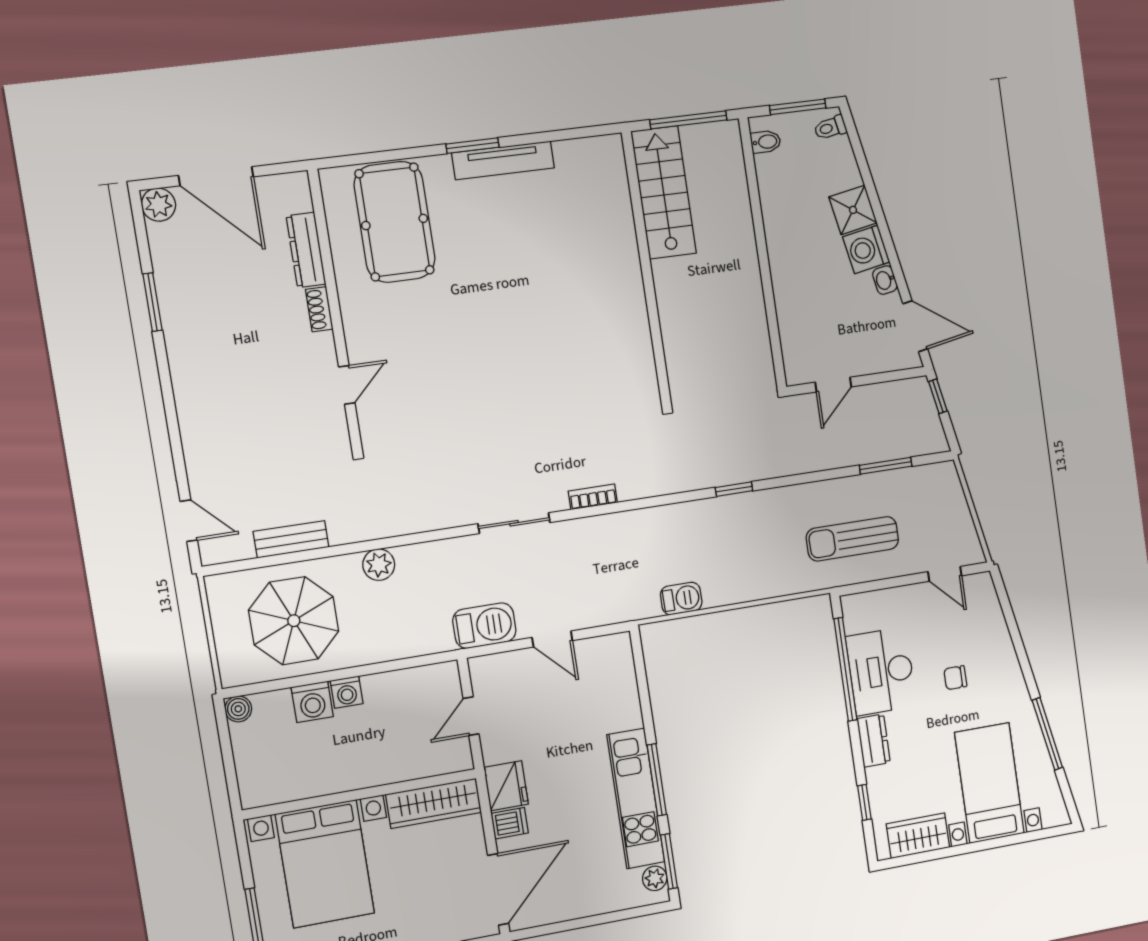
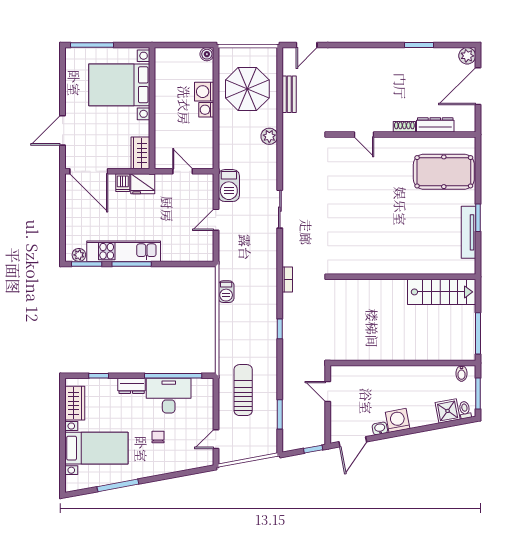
stairs: (664, 192) -> (442, 292), moved
shower: (853, 210) -> (448, 411), moved
wall: (646, 269) -> (403, 277), moved
bookcase: (593, 497) -> (287, 279), moved
wardrobe: (434, 803) -> (140, 153), width x0.67

